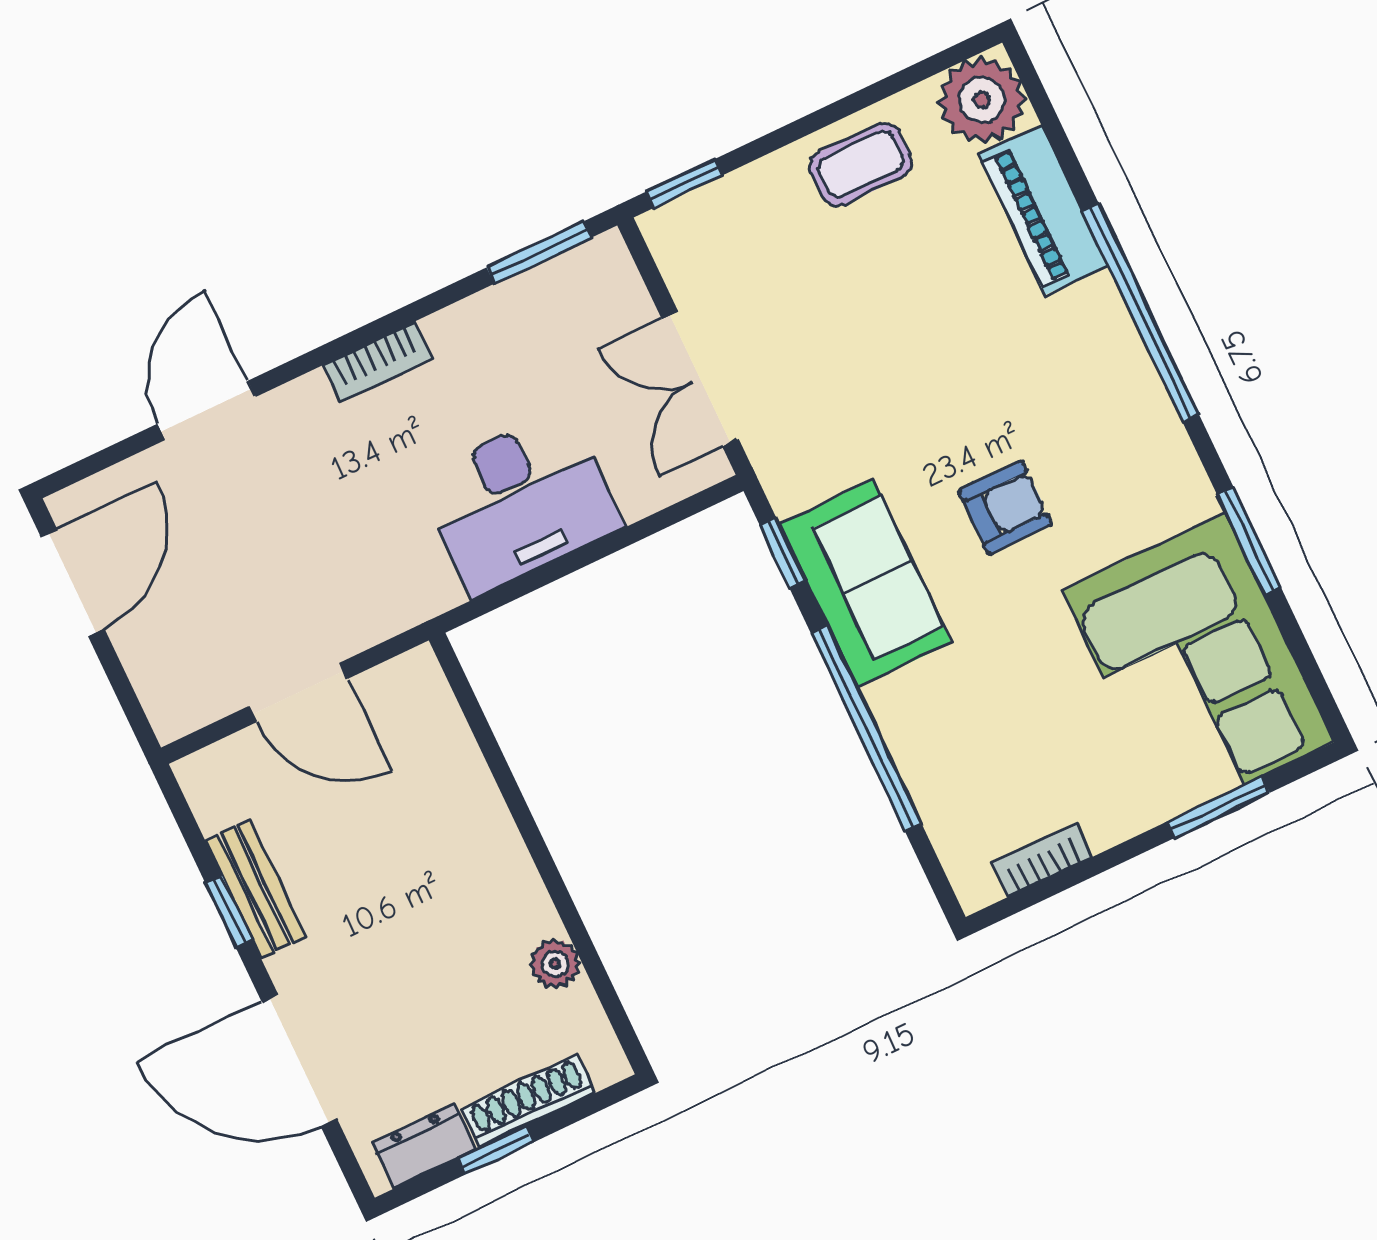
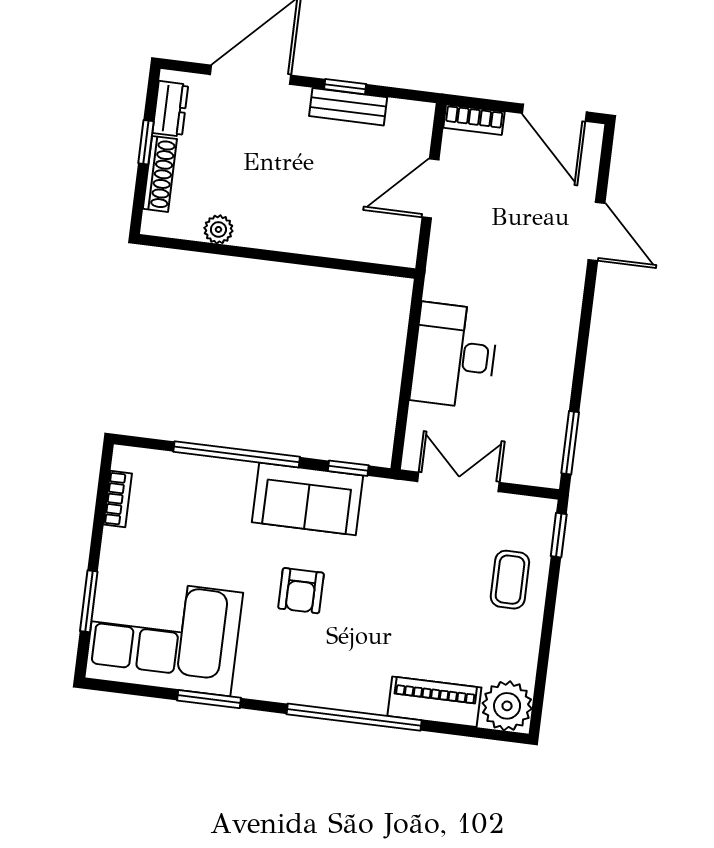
coffee table: (861, 164) -> (510, 580), moved
bookcase: (377, 362) -> (474, 120), moved, turned -90

